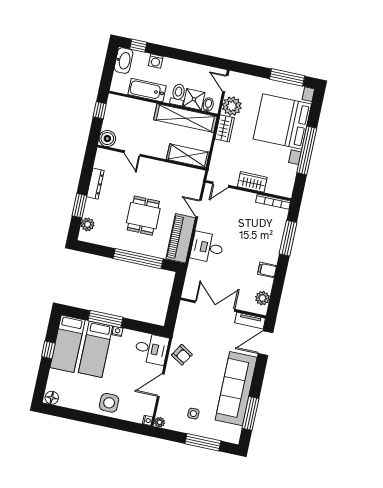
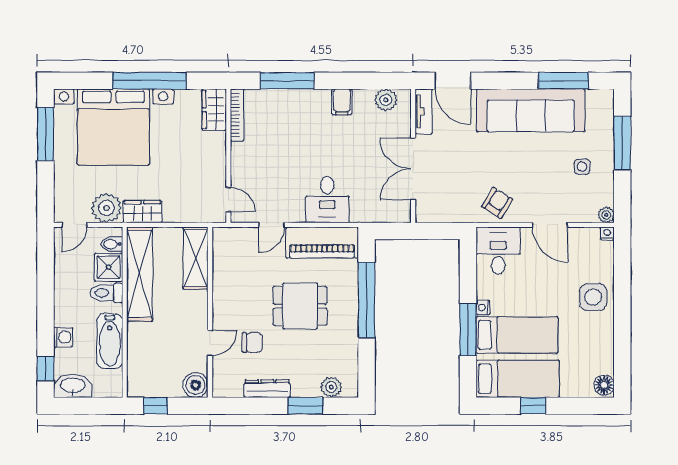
chair: (127, 180) -> (252, 342), added
wardrobe: (252, 182) -> (214, 110), moved

